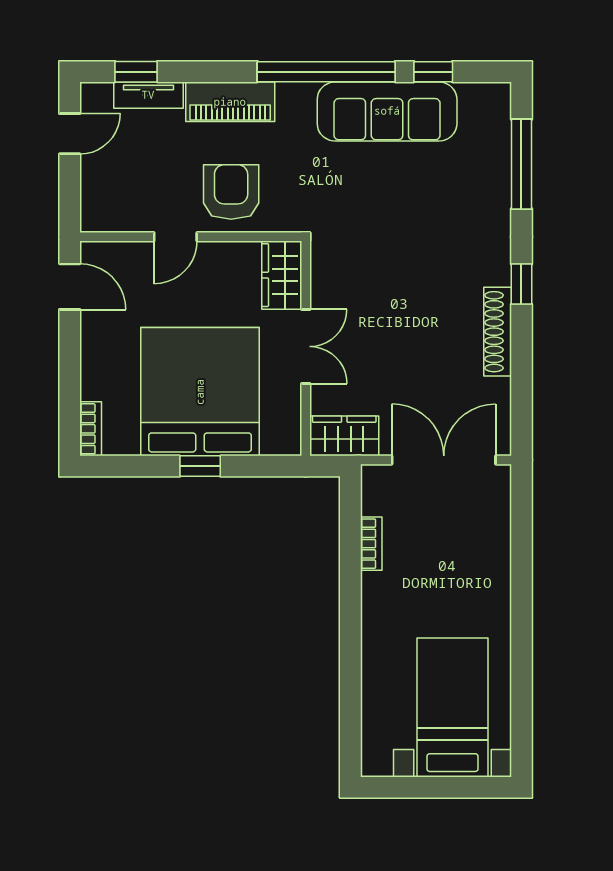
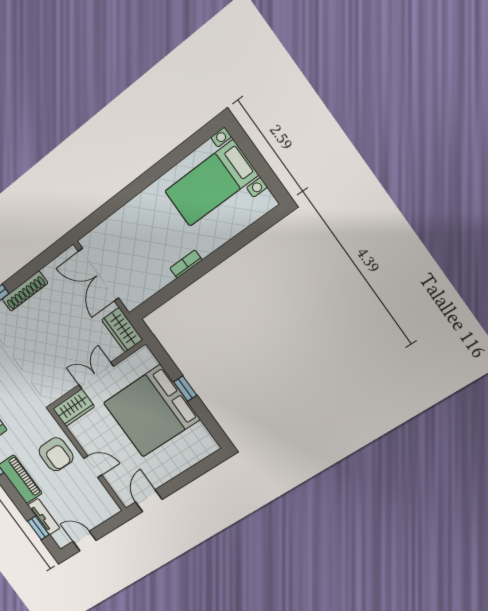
armchair: (231, 192) -> (56, 454), turned -90
bookcase: (91, 429) -> (205, 451), removed
bookcase: (371, 544) -> (186, 264), moved

